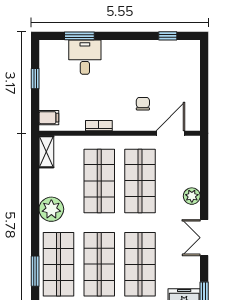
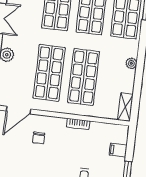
filing cabinet: (49, 118) -> (118, 150), moved
plant: (51, 209) -> (131, 63), width x0.53, depth x0.53

